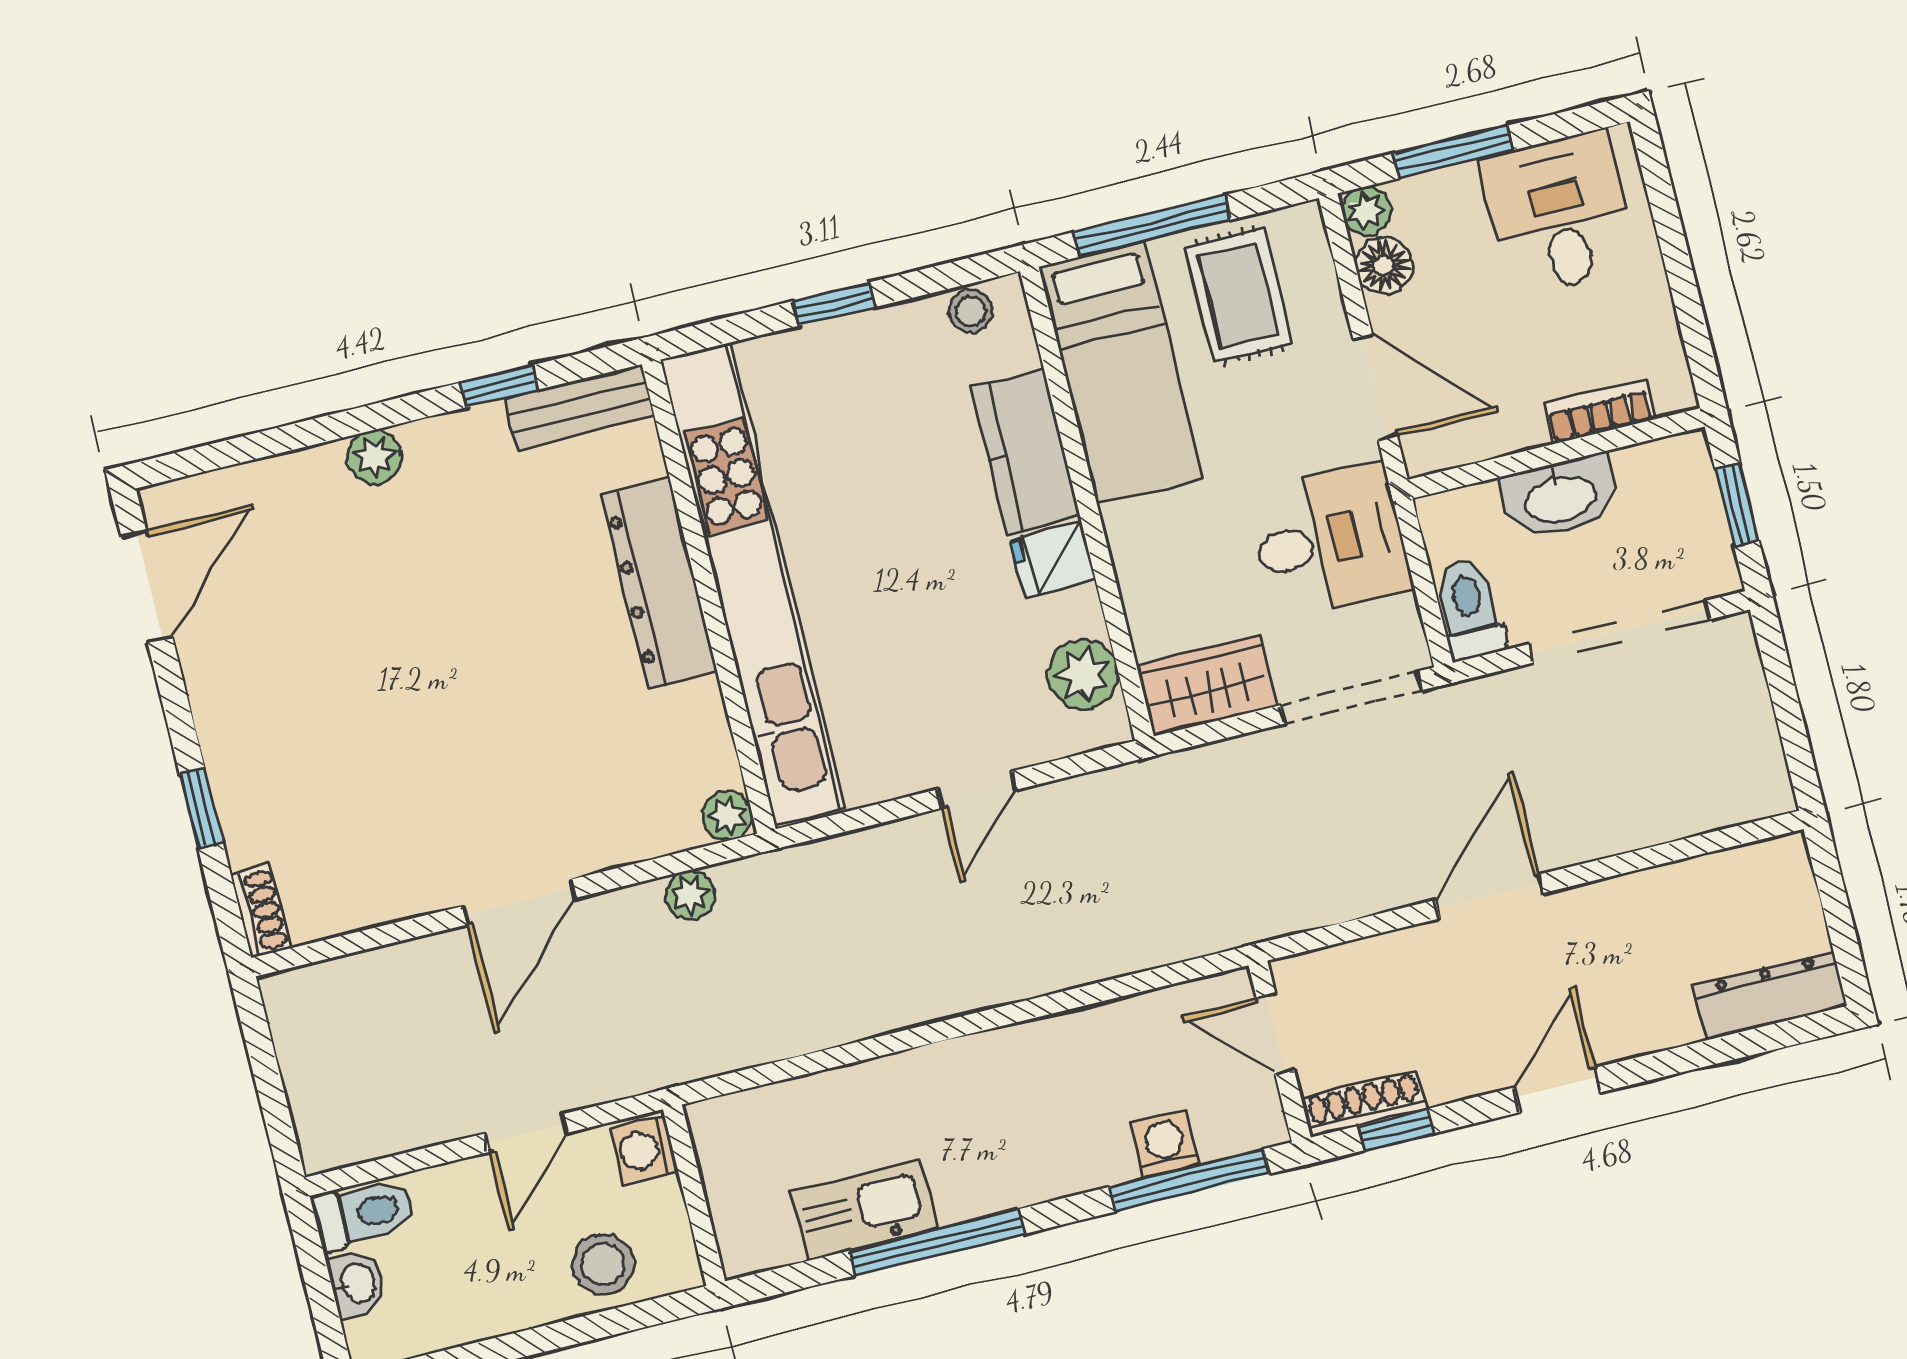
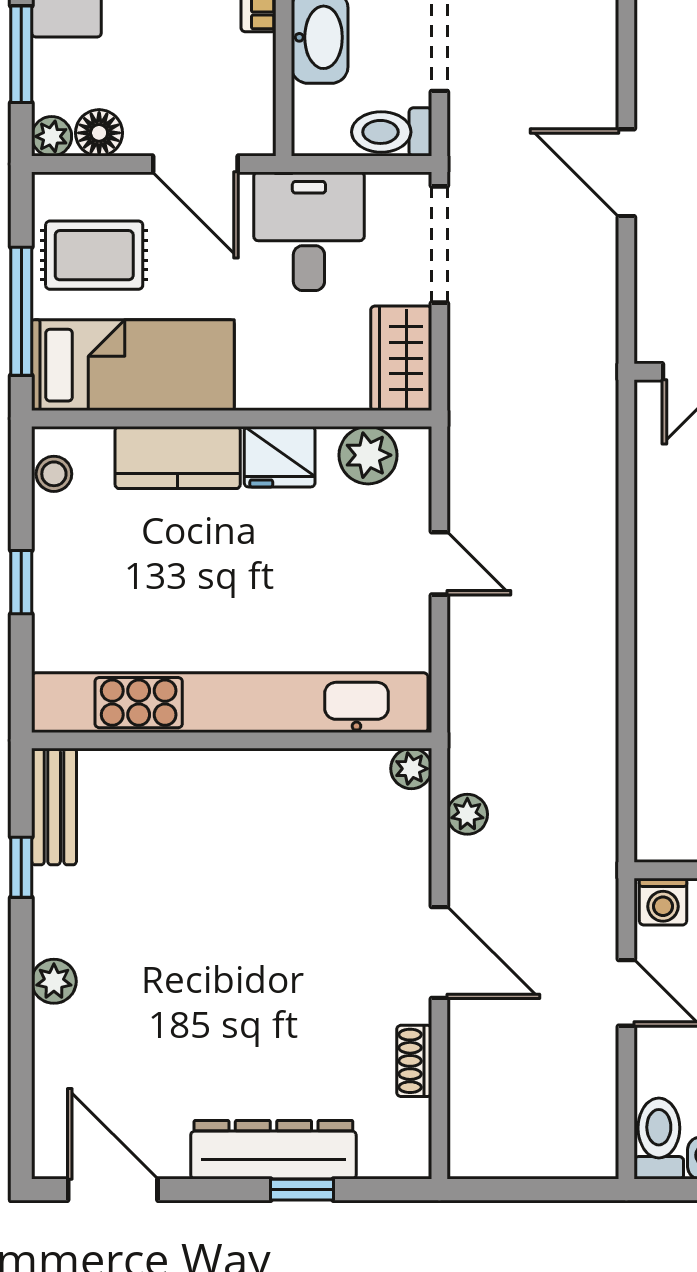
door: (1375, 388) -> (195, 164), swing flipped
fridge: (1053, 560) -> (280, 457), width x1.38
dresser: (659, 583) -> (273, 1150), moved, turned 180
shoe rack: (261, 911) -> (414, 1061), moved, turned -90

